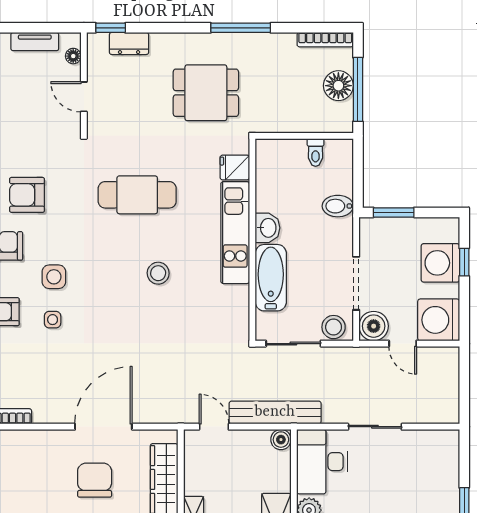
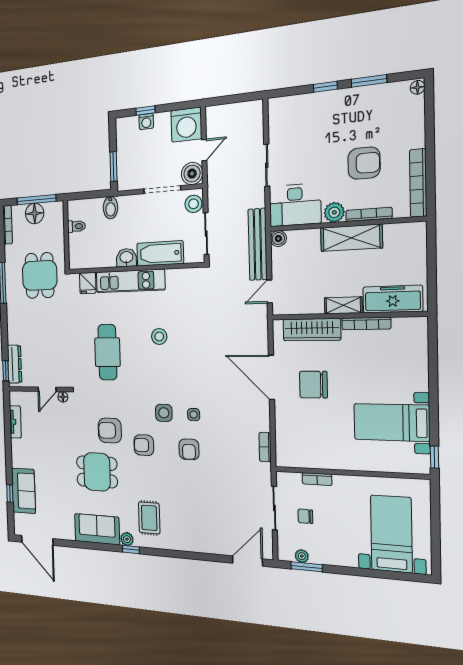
dresser: (129, 43) -> (15, 364), width x1.44
floor lamp: (73, 56) -> (63, 397), moved
dining table: (206, 93) -> (40, 275), moved
armchair: (27, 195) -> (110, 430), turned 90
washing machine: (440, 263) -> (146, 121), width x0.53, depth x0.53

